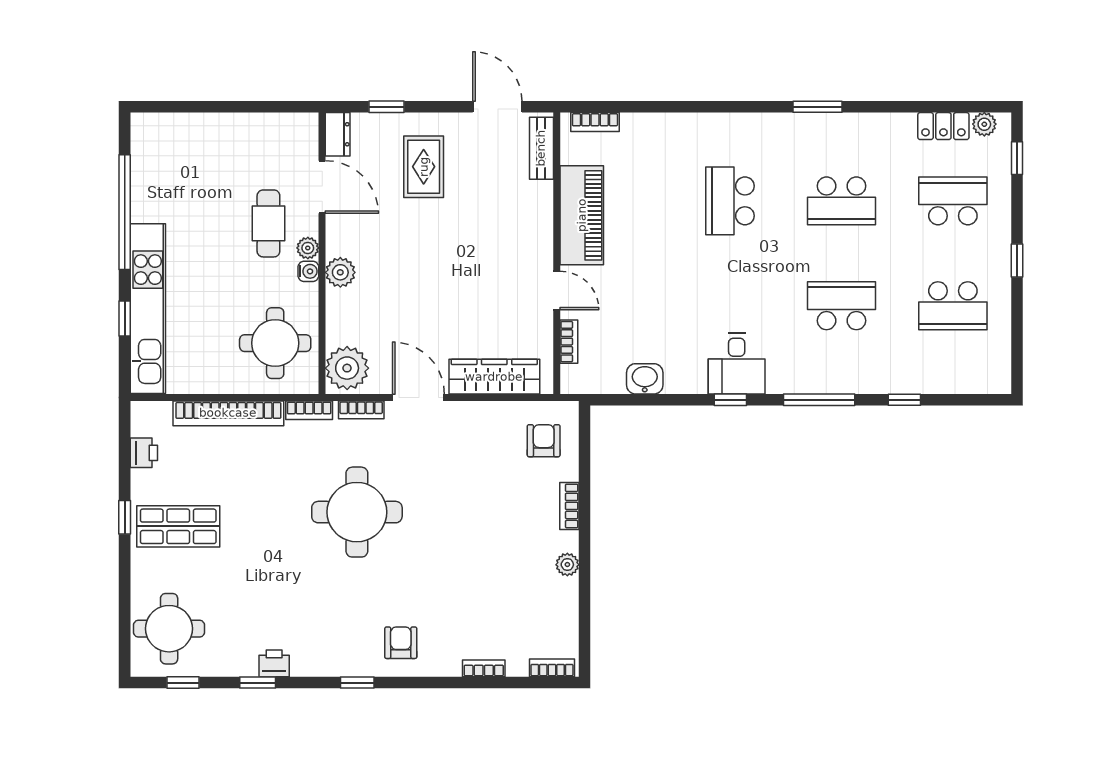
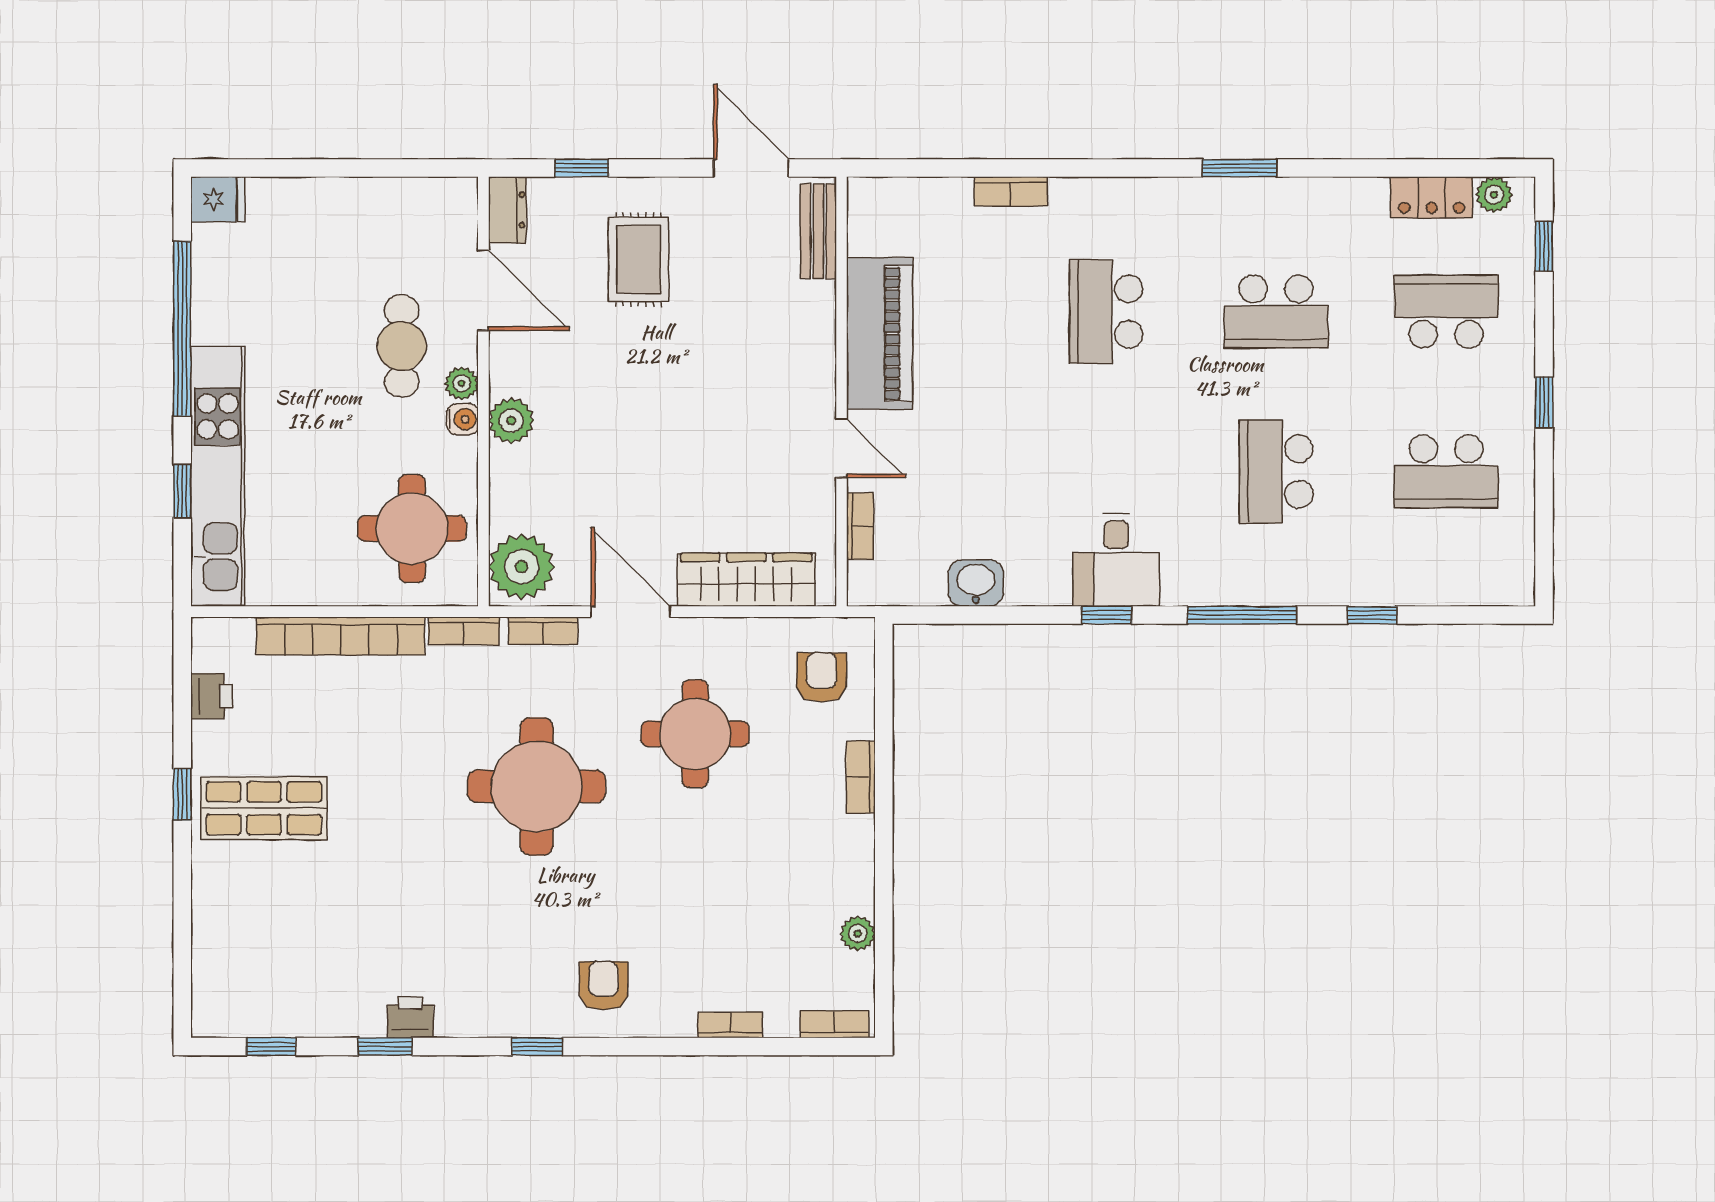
bookcase: (595, 122) -> (1011, 191), moved
fridge: (148, 127) -> (218, 199), added
school desk: (841, 306) -> (1276, 472), turned -90
plant: (567, 565) -> (858, 933), moved
round table: (169, 629) -> (695, 734), moved

